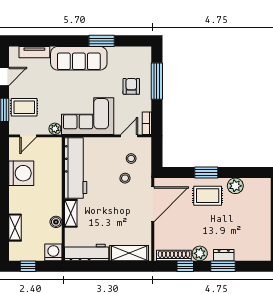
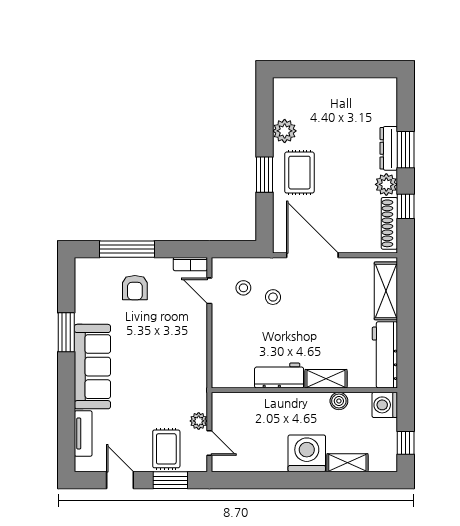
armchair: (131, 86) -> (135, 288), turned -90
corner sofa: (88, 116) -> (179, 353), removed
plant: (55, 129) -> (199, 421), moved
workbench: (76, 168) -> (279, 376), width x0.53, depth x0.76
washing machine: (21, 173) -> (307, 453), moved
dresser: (224, 255) -> (389, 148), width x1.44

